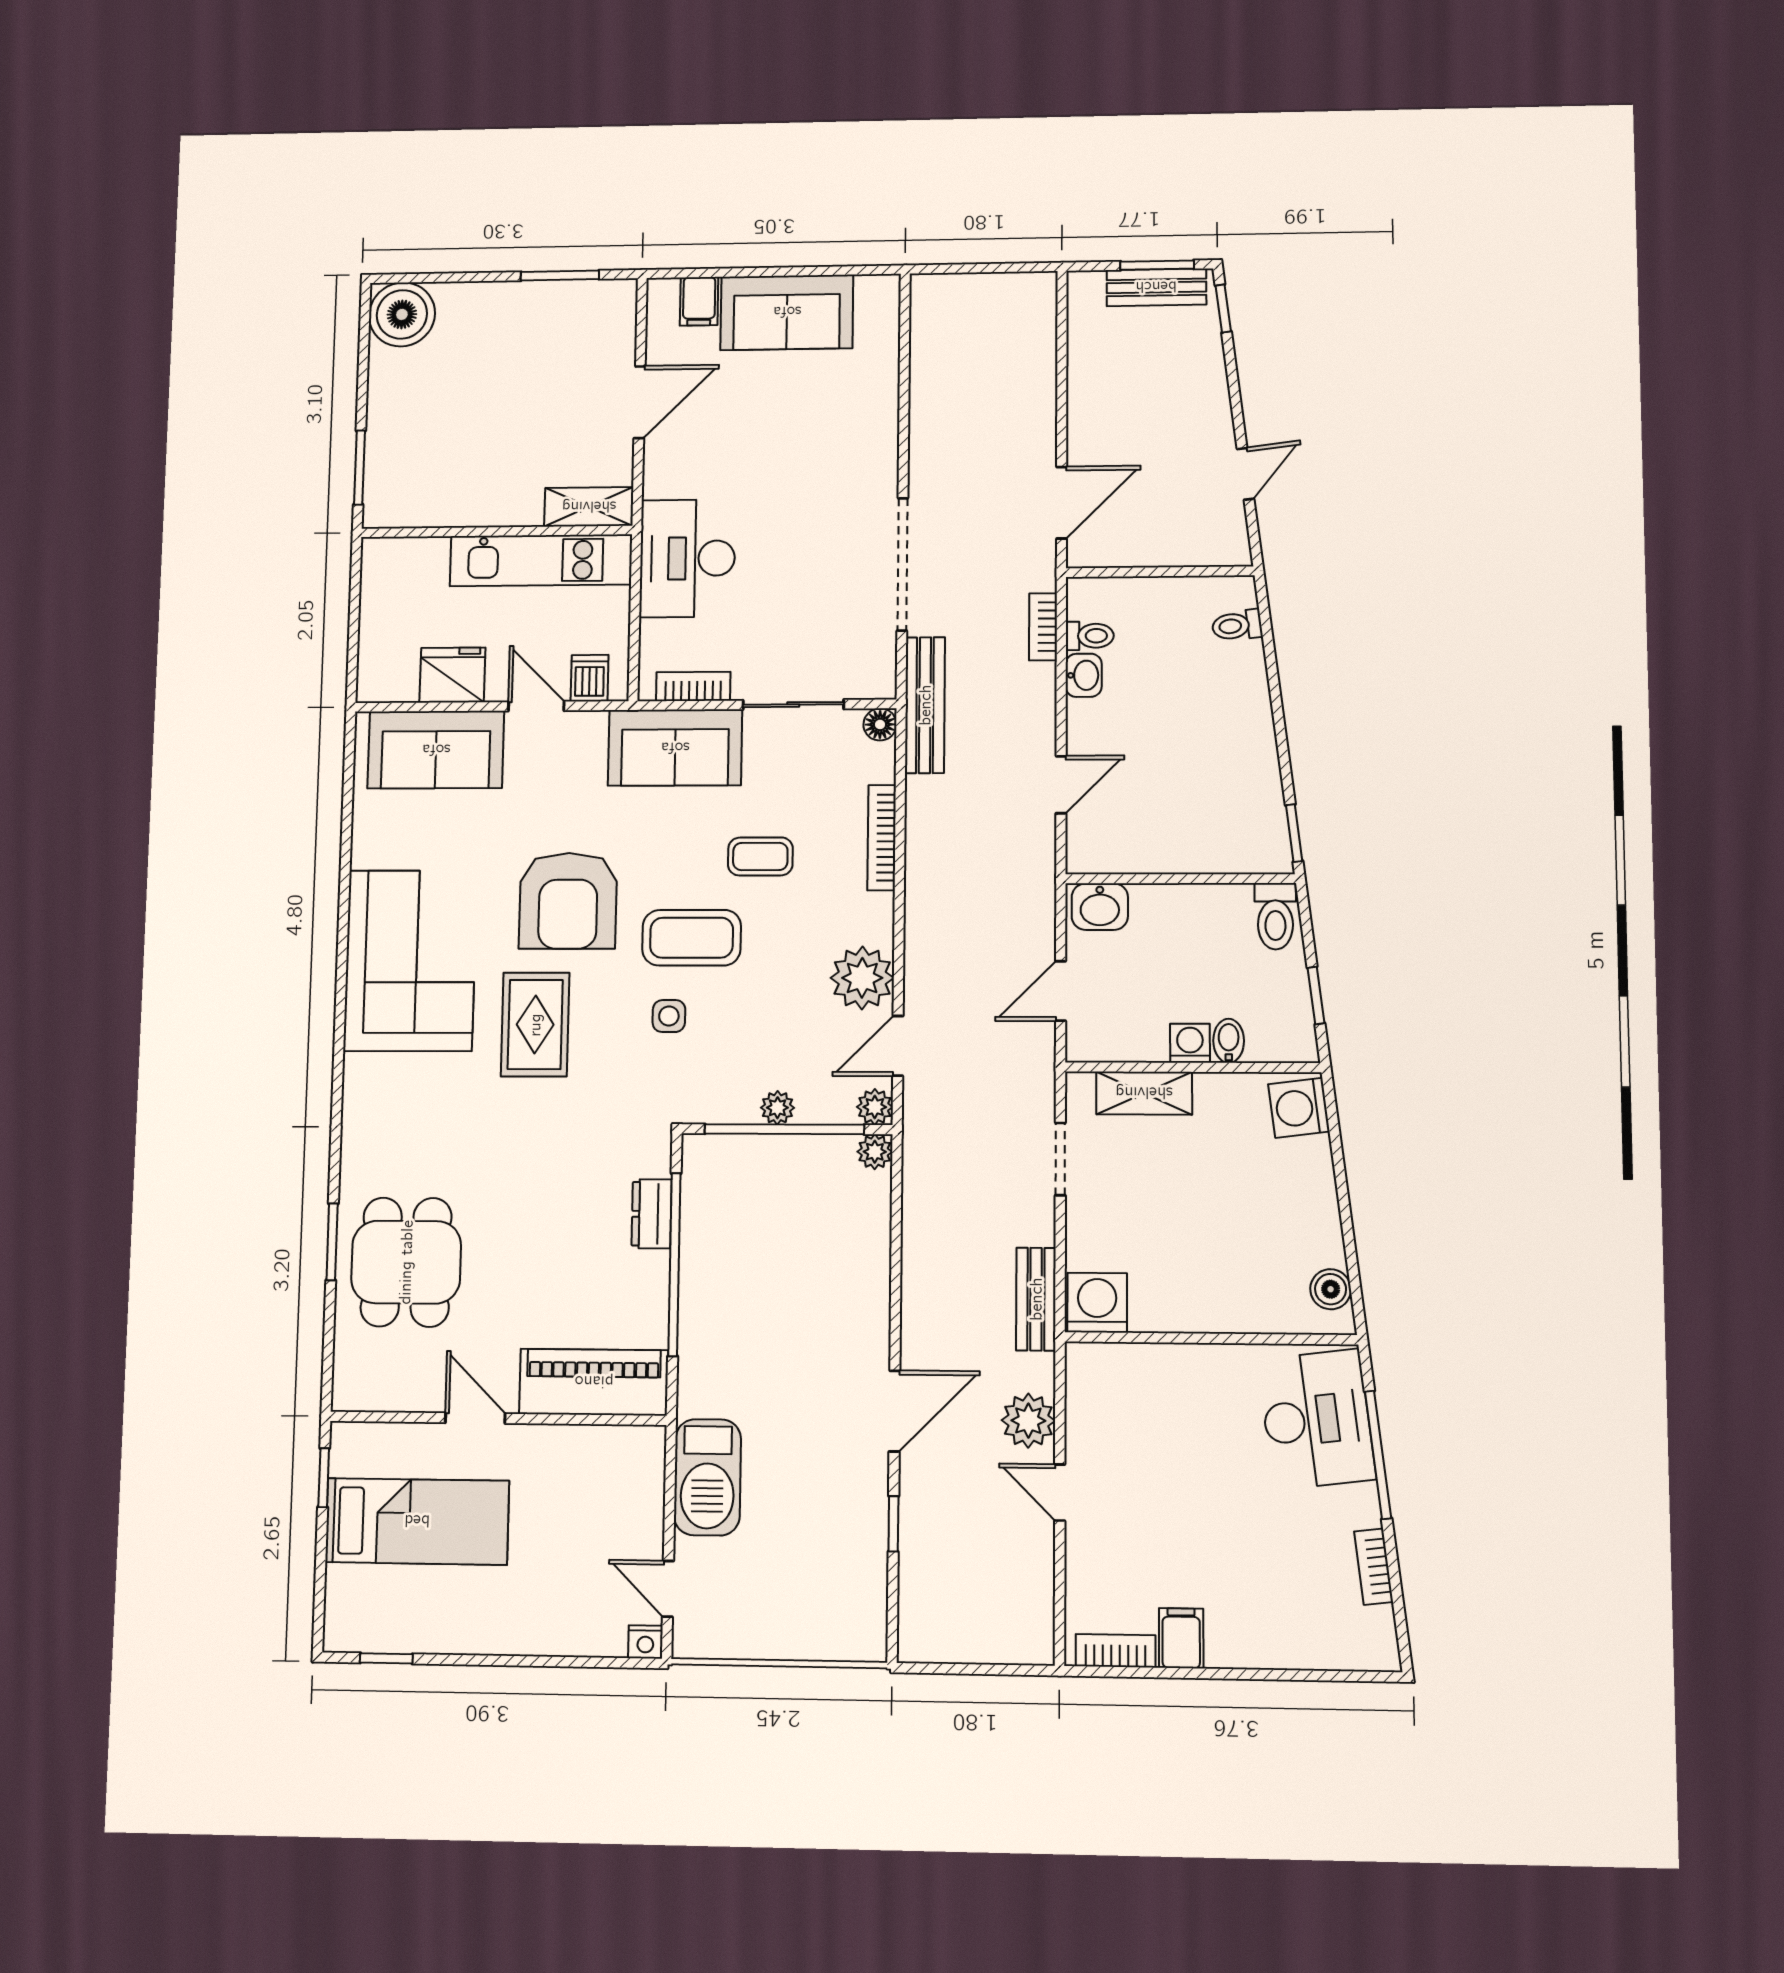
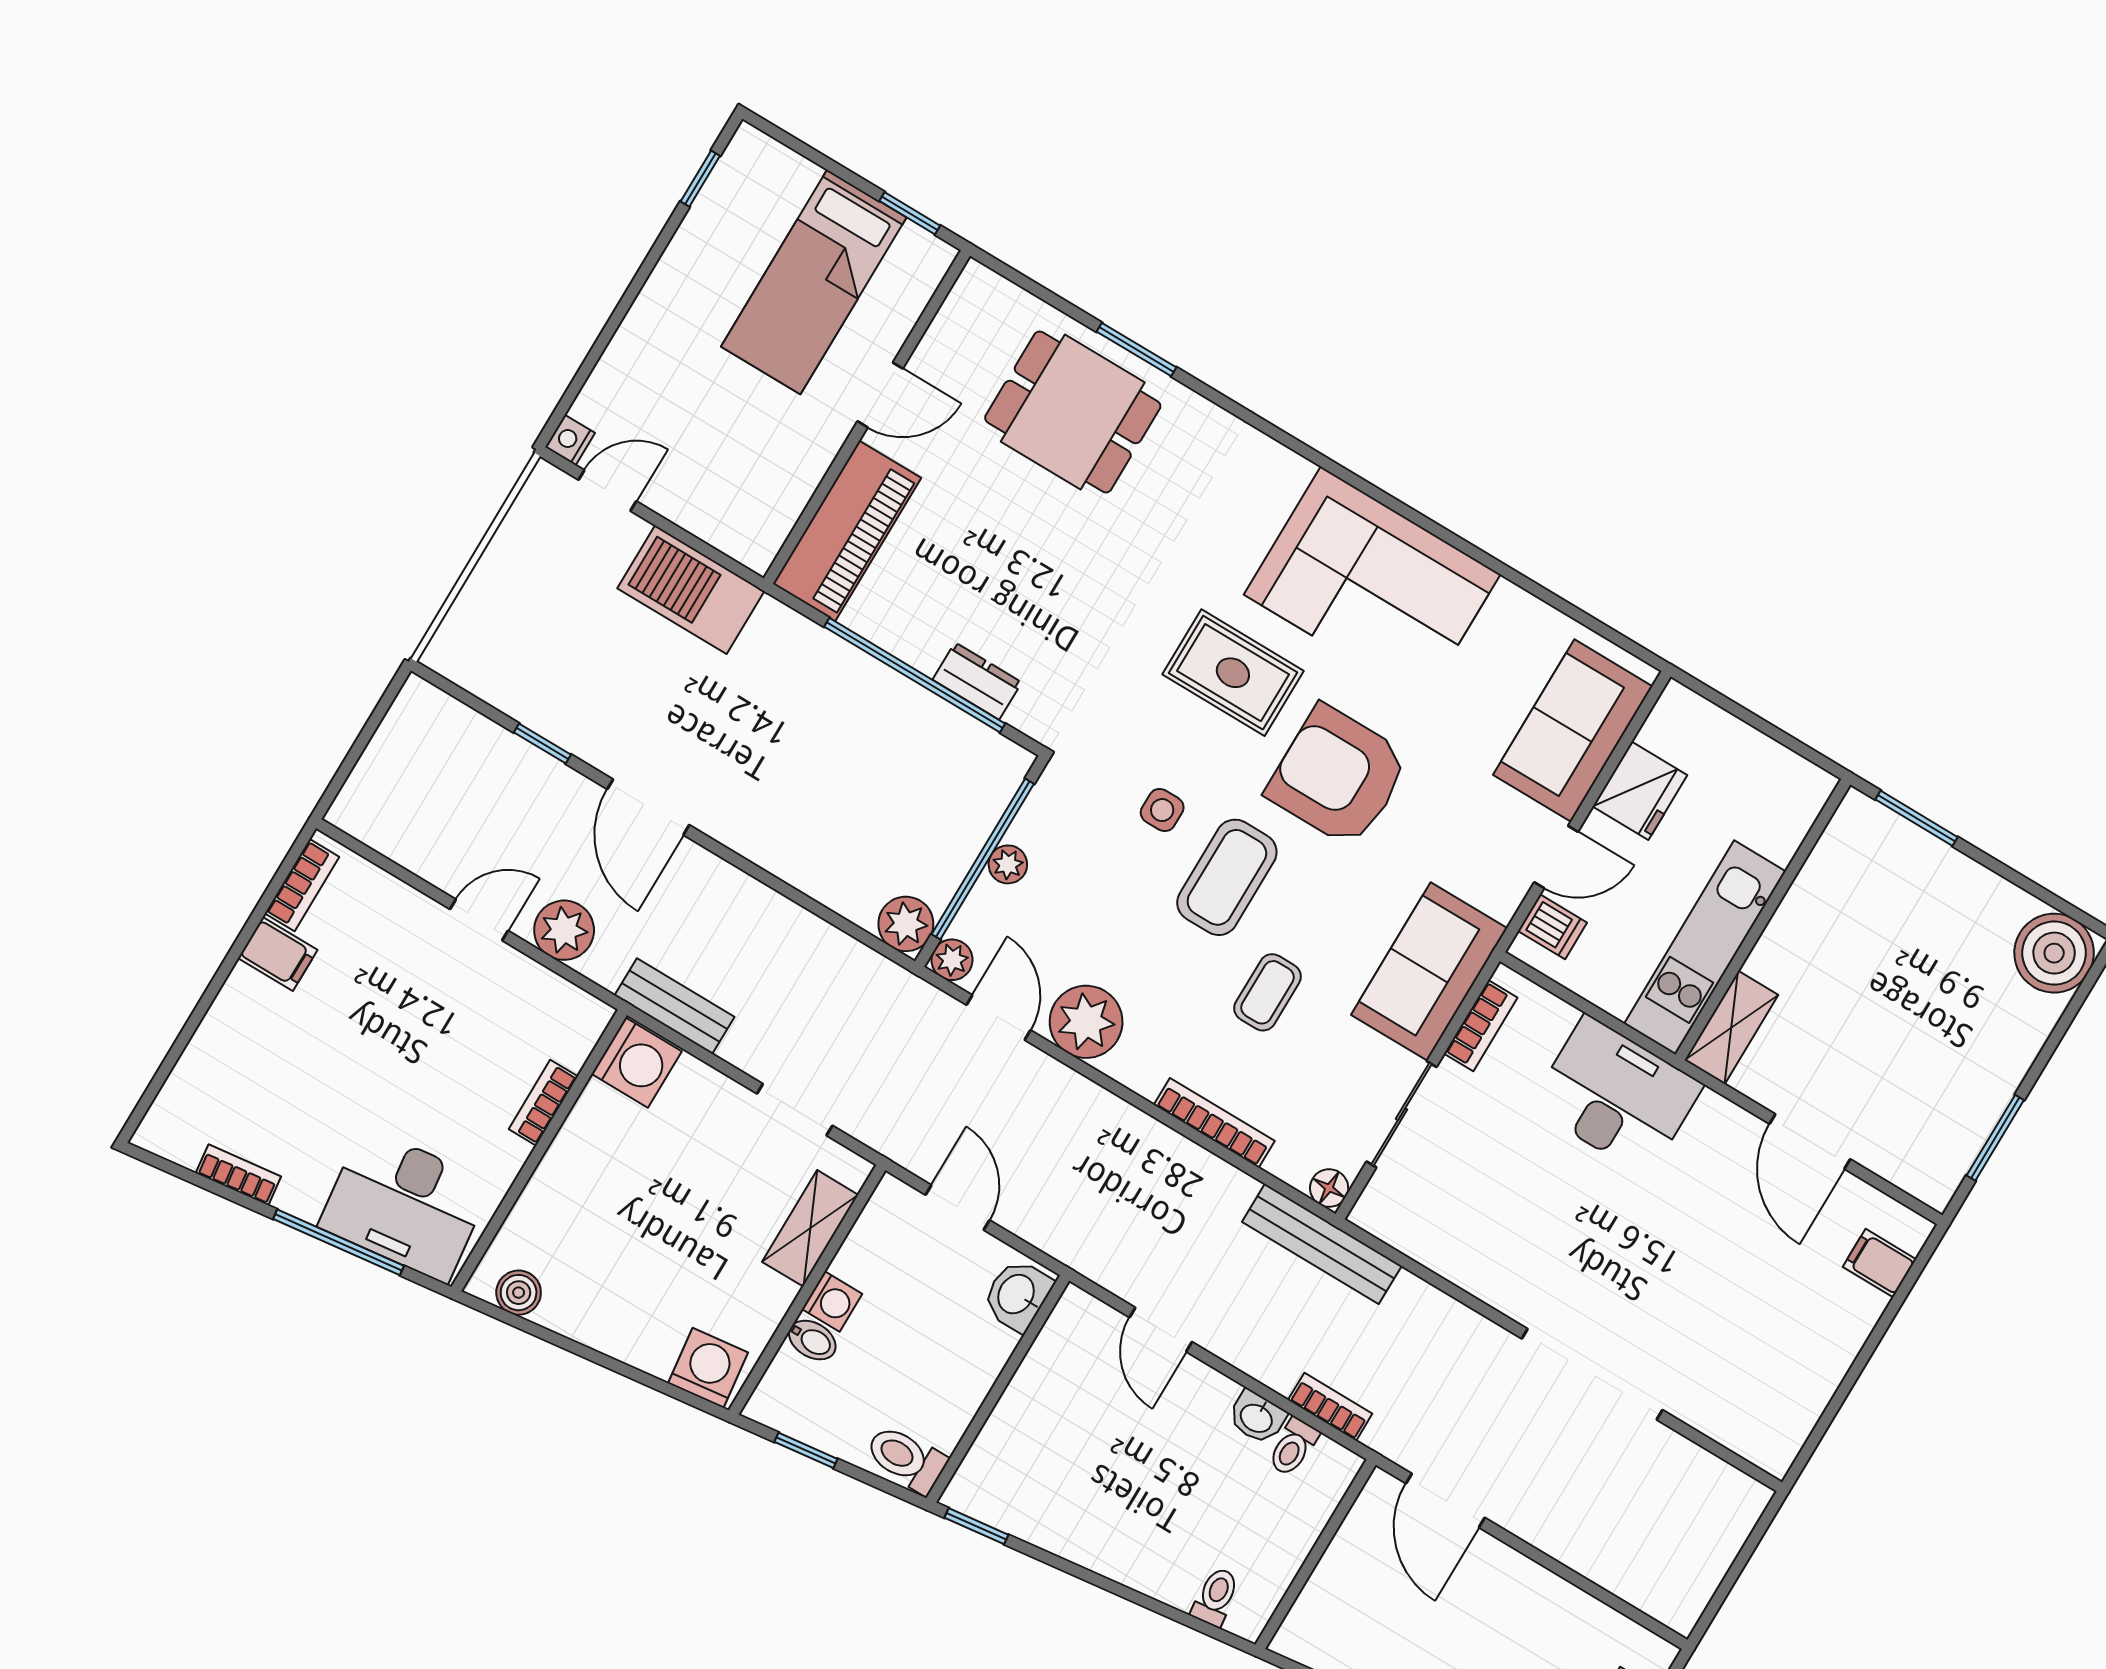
sofa: (787, 312) -> (1813, 1344), removed
doorway: (902, 564) -> (1592, 1374), moved
plant: (875, 1152) -> (906, 924), width x1.38, depth x1.38
bookcase: (1172, 1357) -> (543, 1103), added

